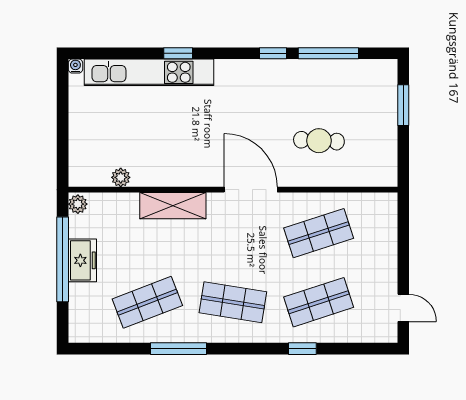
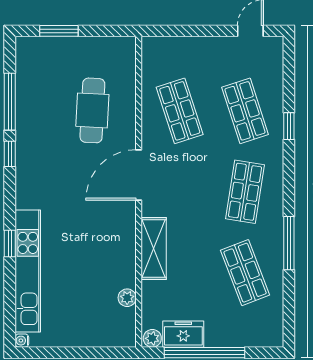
cafe table: (319, 141) -> (92, 110), width x1.37, depth x1.35
freezer: (82, 260) -> (183, 334), moved

